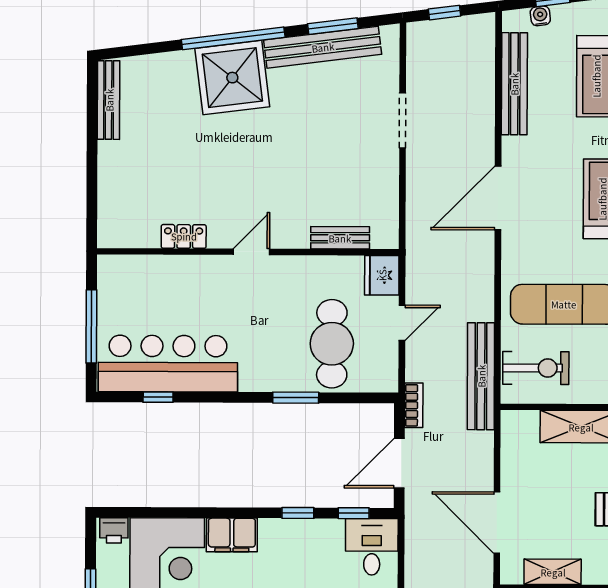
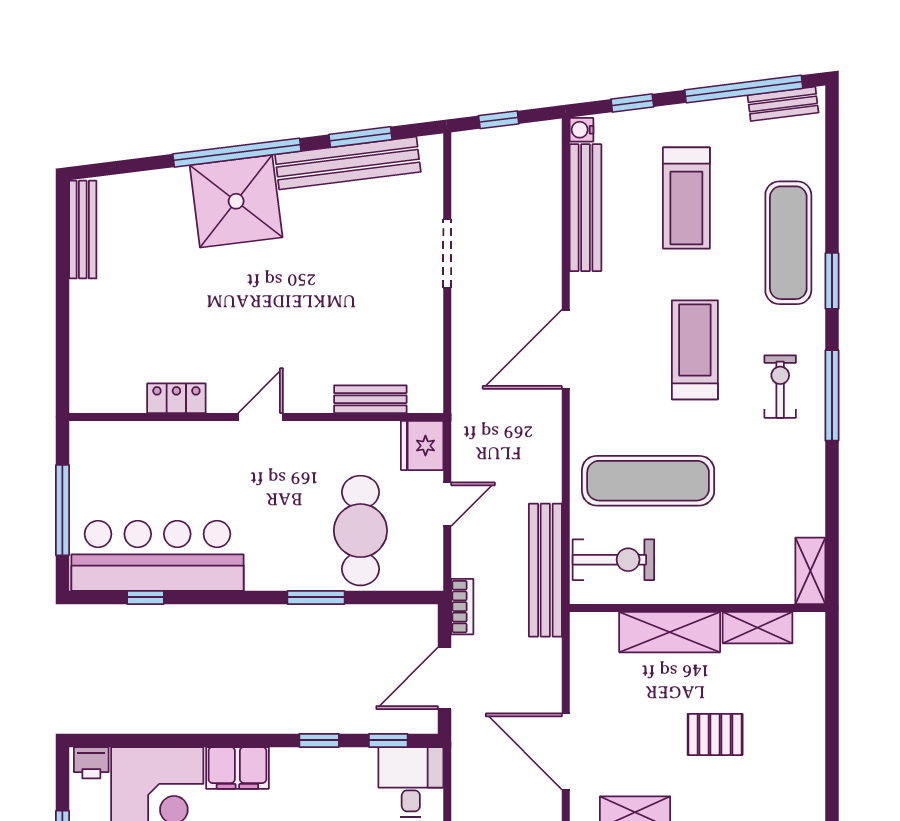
water cooler: (540, 16) -> (582, 130), moved, turned -83

